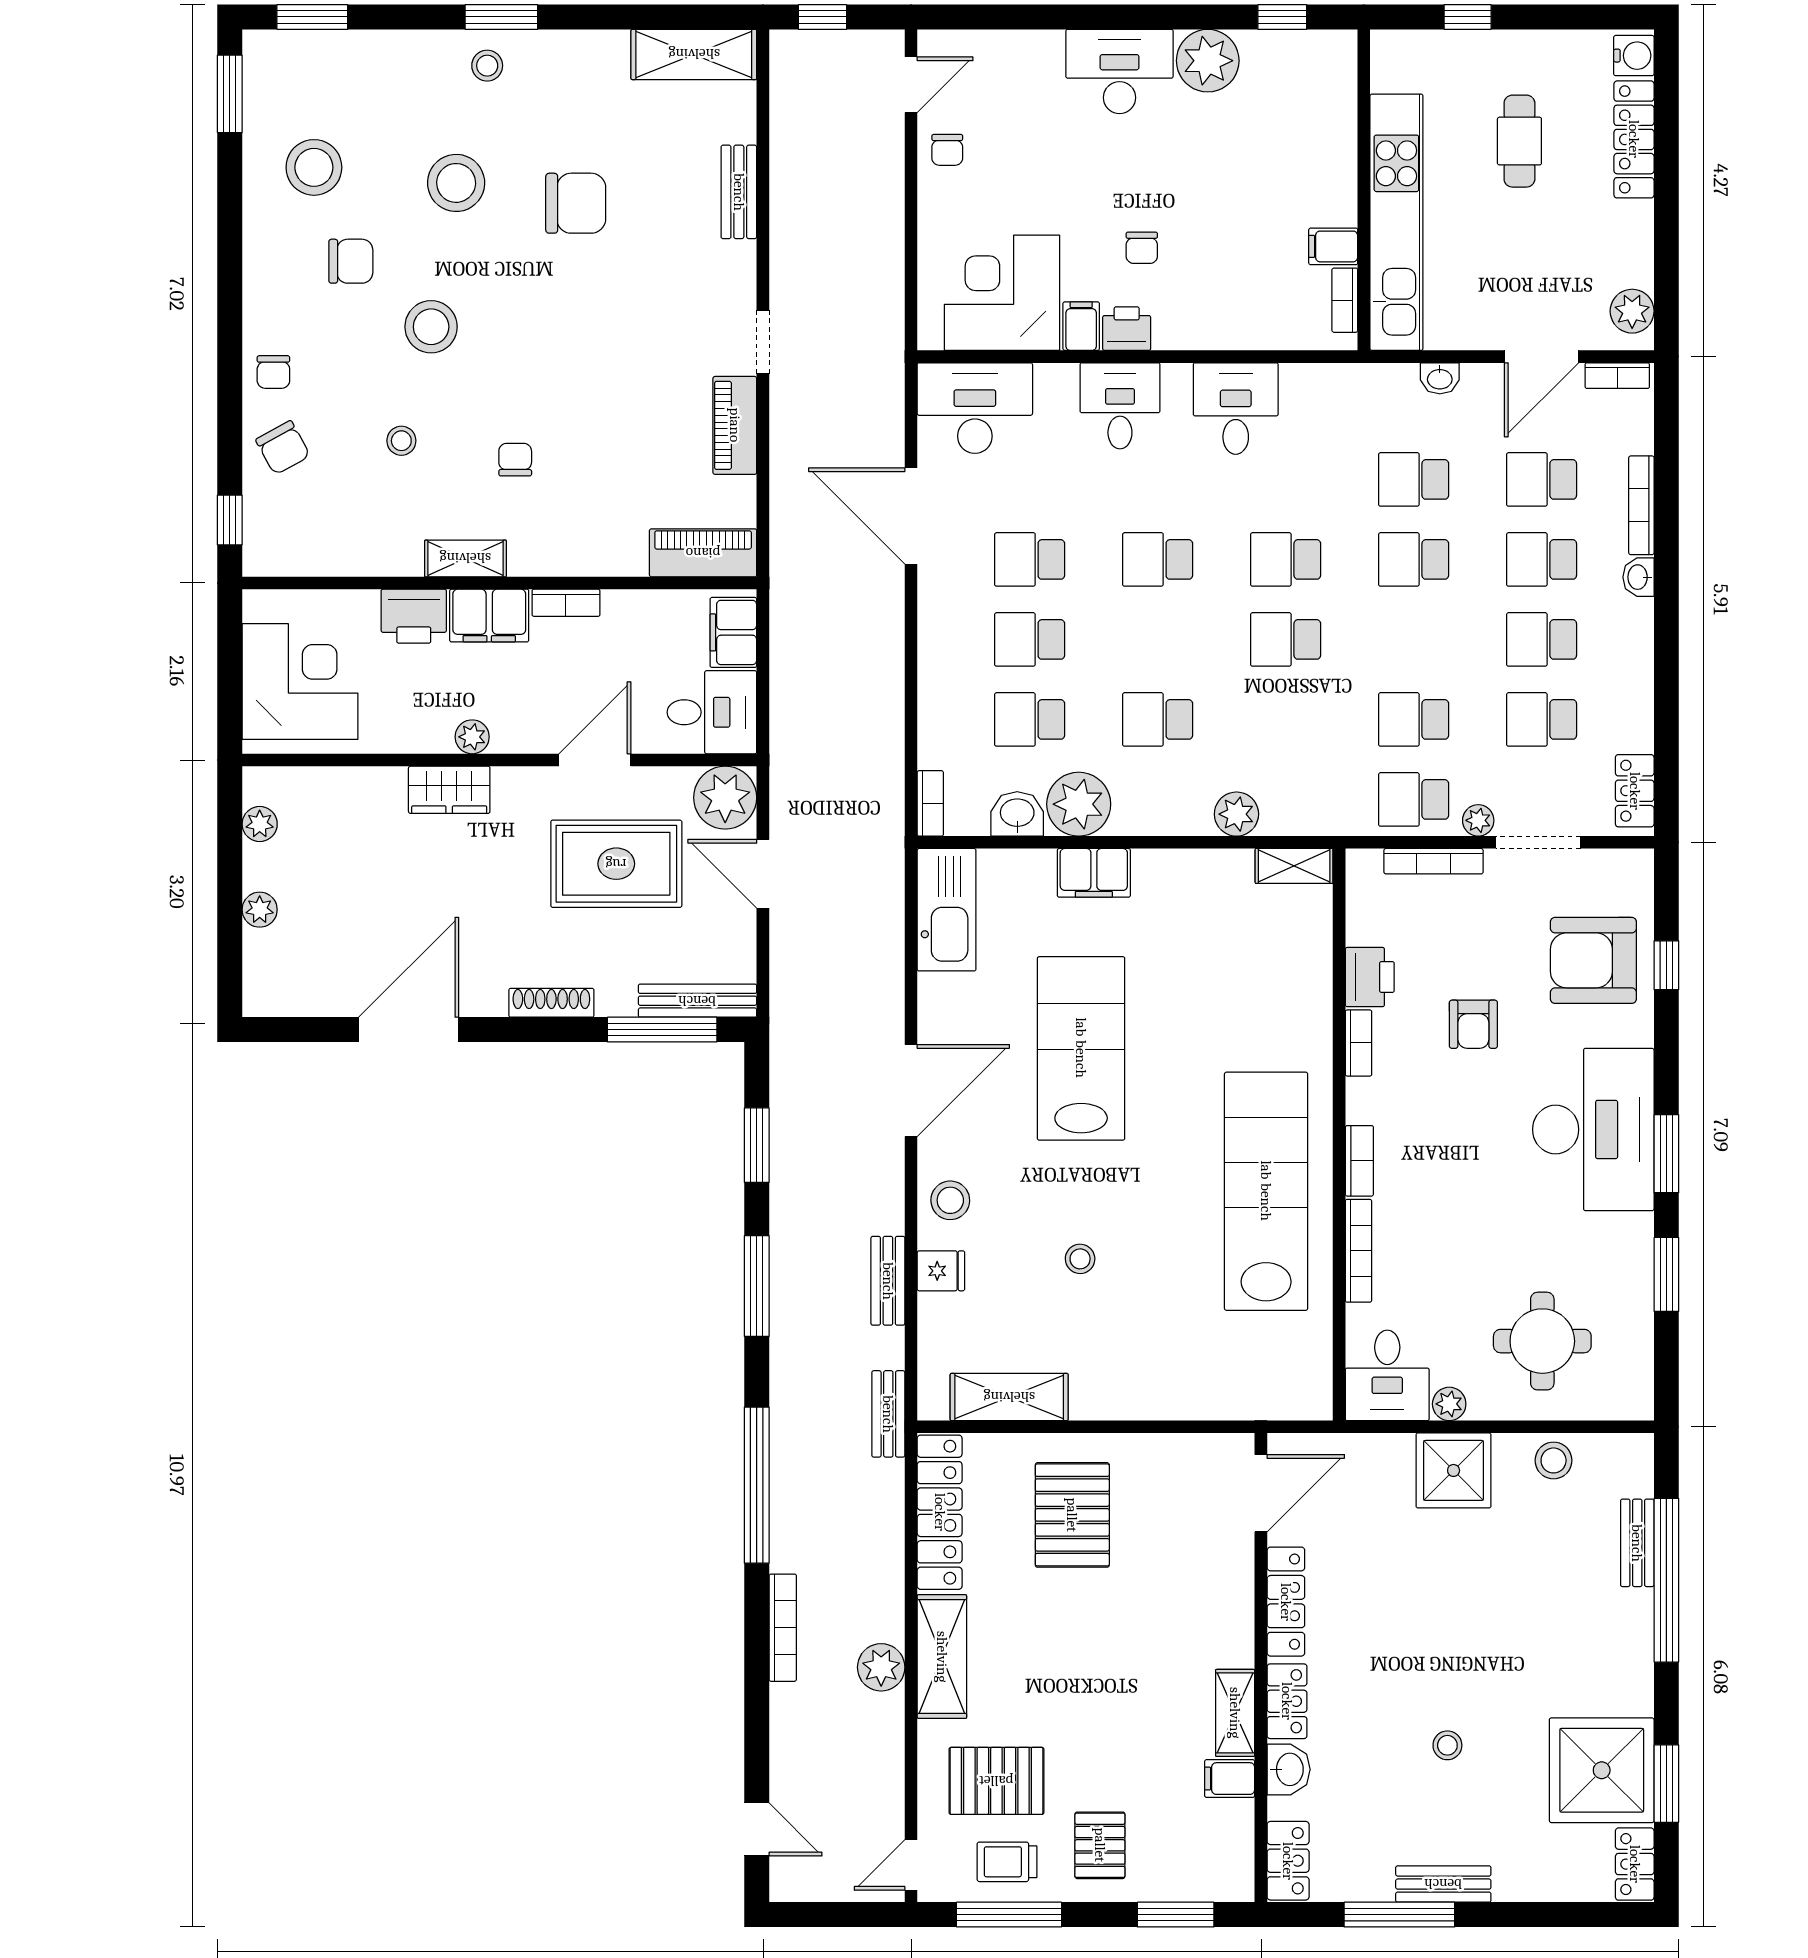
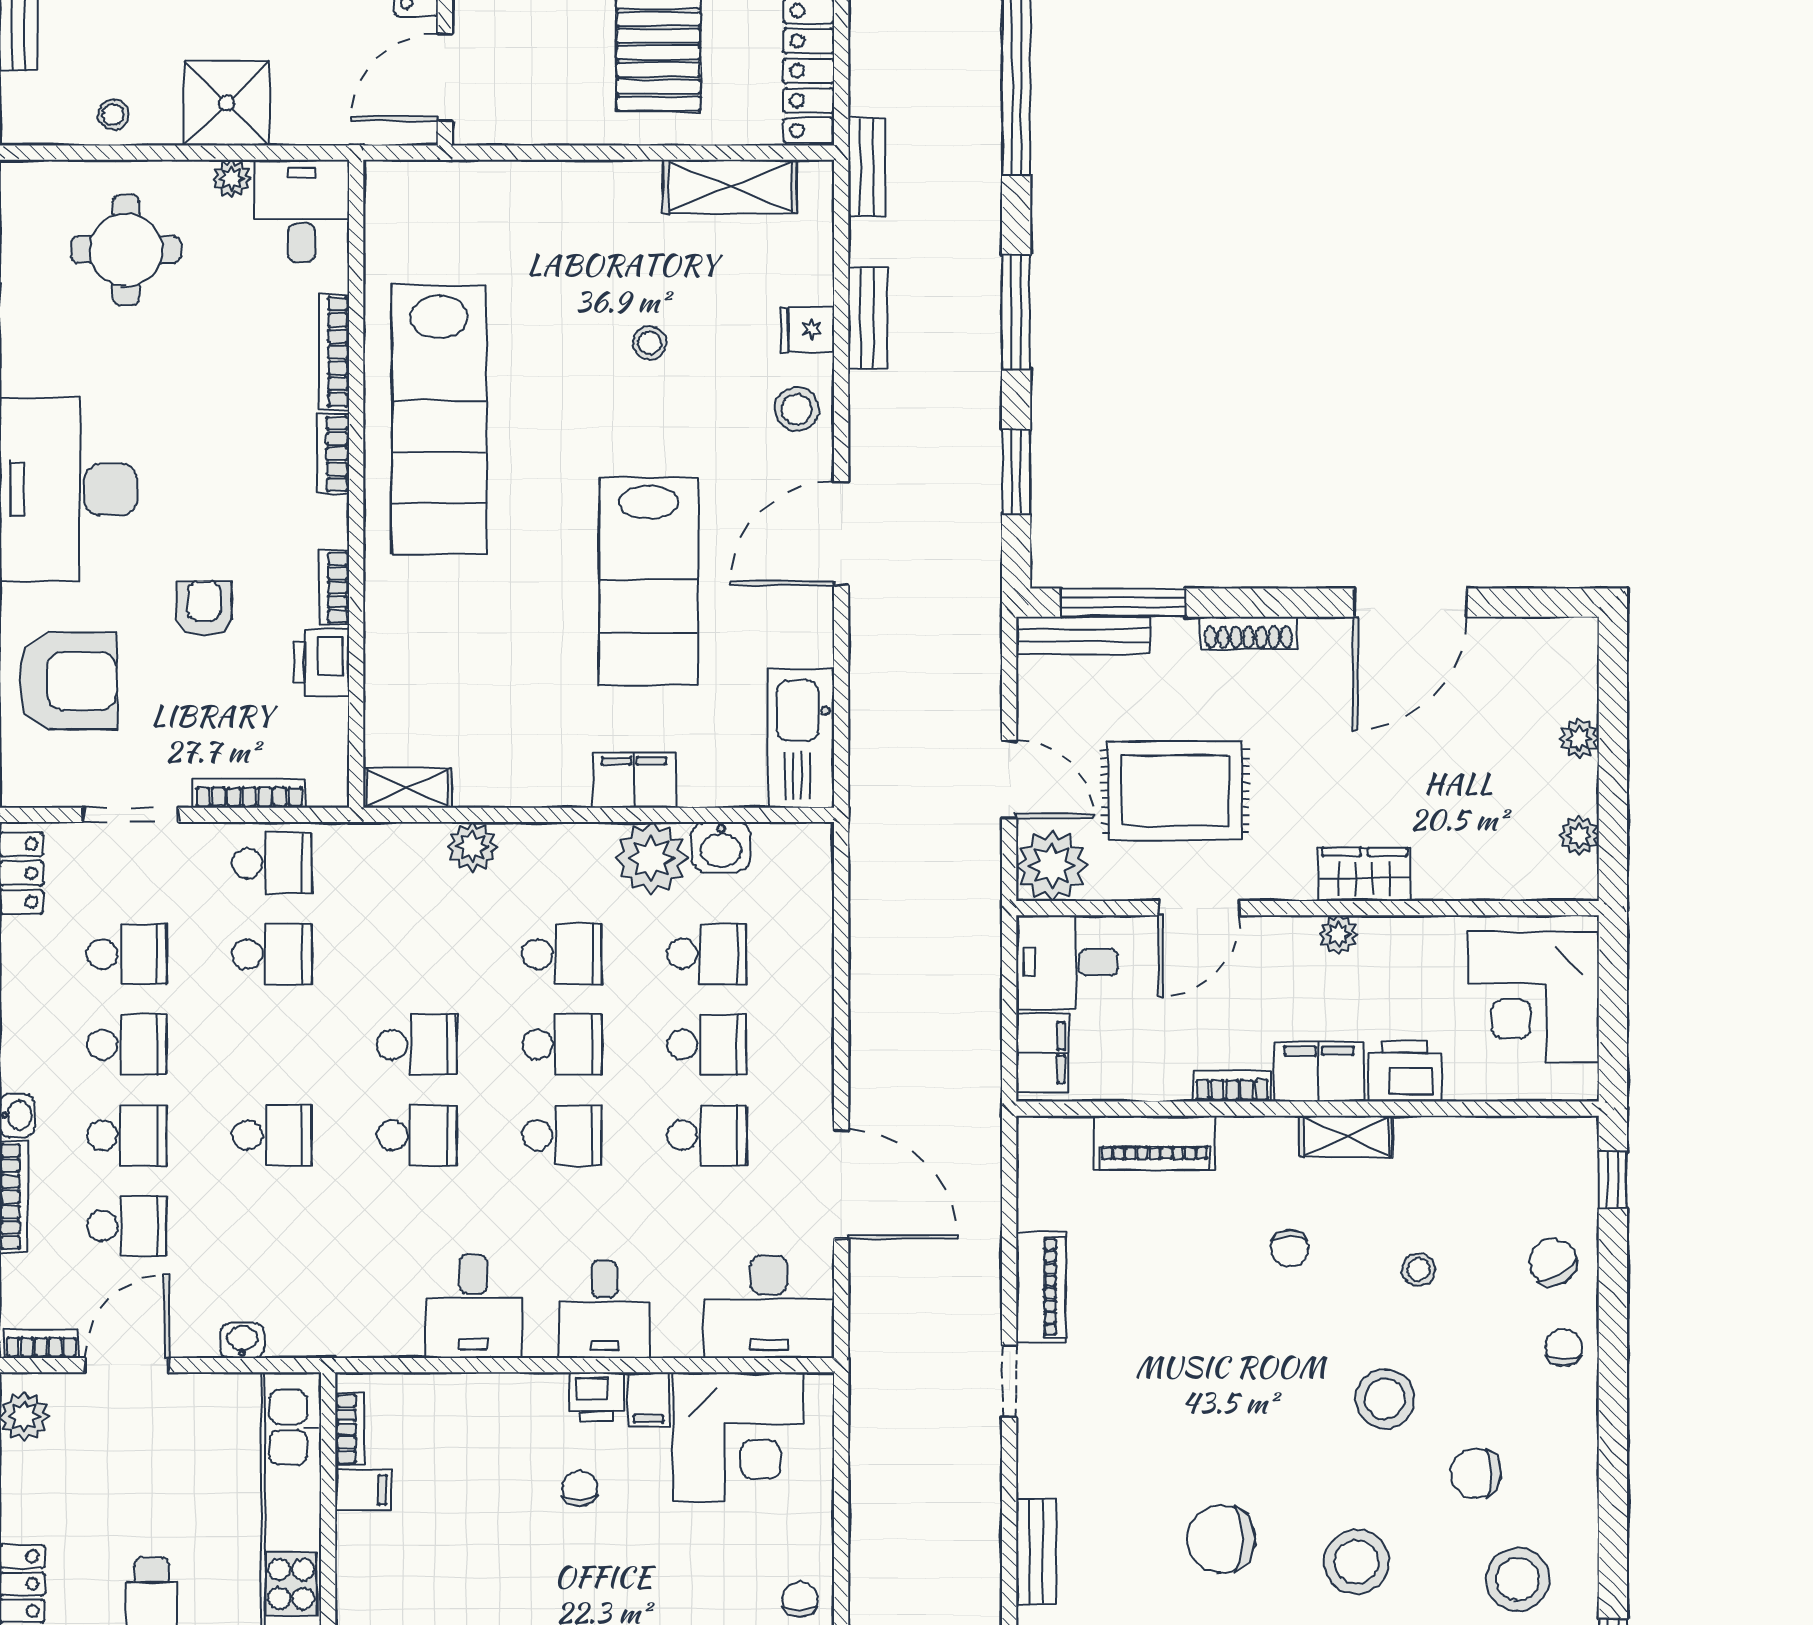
school desk: (1414, 479) -> (562, 1045), moved
piano: (703, 553) -> (1154, 1143), moved
bookcase: (930, 803) -> (819, 859), removed
plant: (1478, 820) -> (199, 840), removed
stool: (1554, 1460) -> (113, 114), width x0.73, depth x0.73

